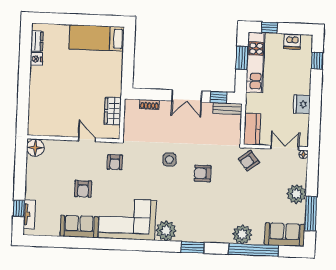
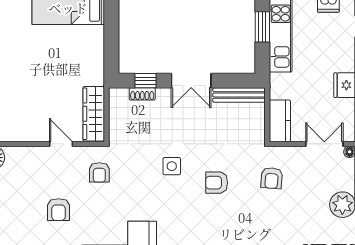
window: (219, 97) -> (146, 81), moved
bench: (227, 109) -> (239, 95), width x1.36
wardrobe: (113, 111) -> (94, 114), width x1.50
armchair: (249, 161) -> (272, 178), moved, turned -47

